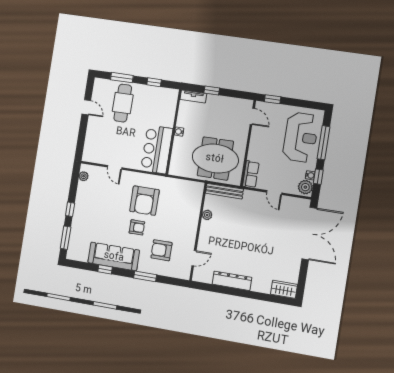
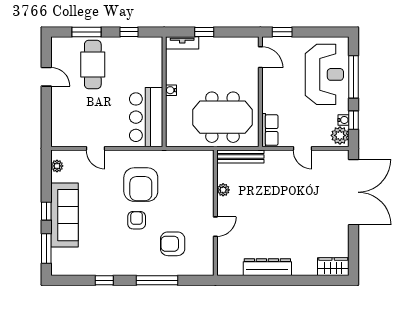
armchair: (137, 227) -> (137, 220), turned -90
sofa: (114, 256) -> (64, 215), moved, turned 90
door: (194, 258) -> (215, 227), moved
window: (145, 276) -> (157, 280), width x1.44

